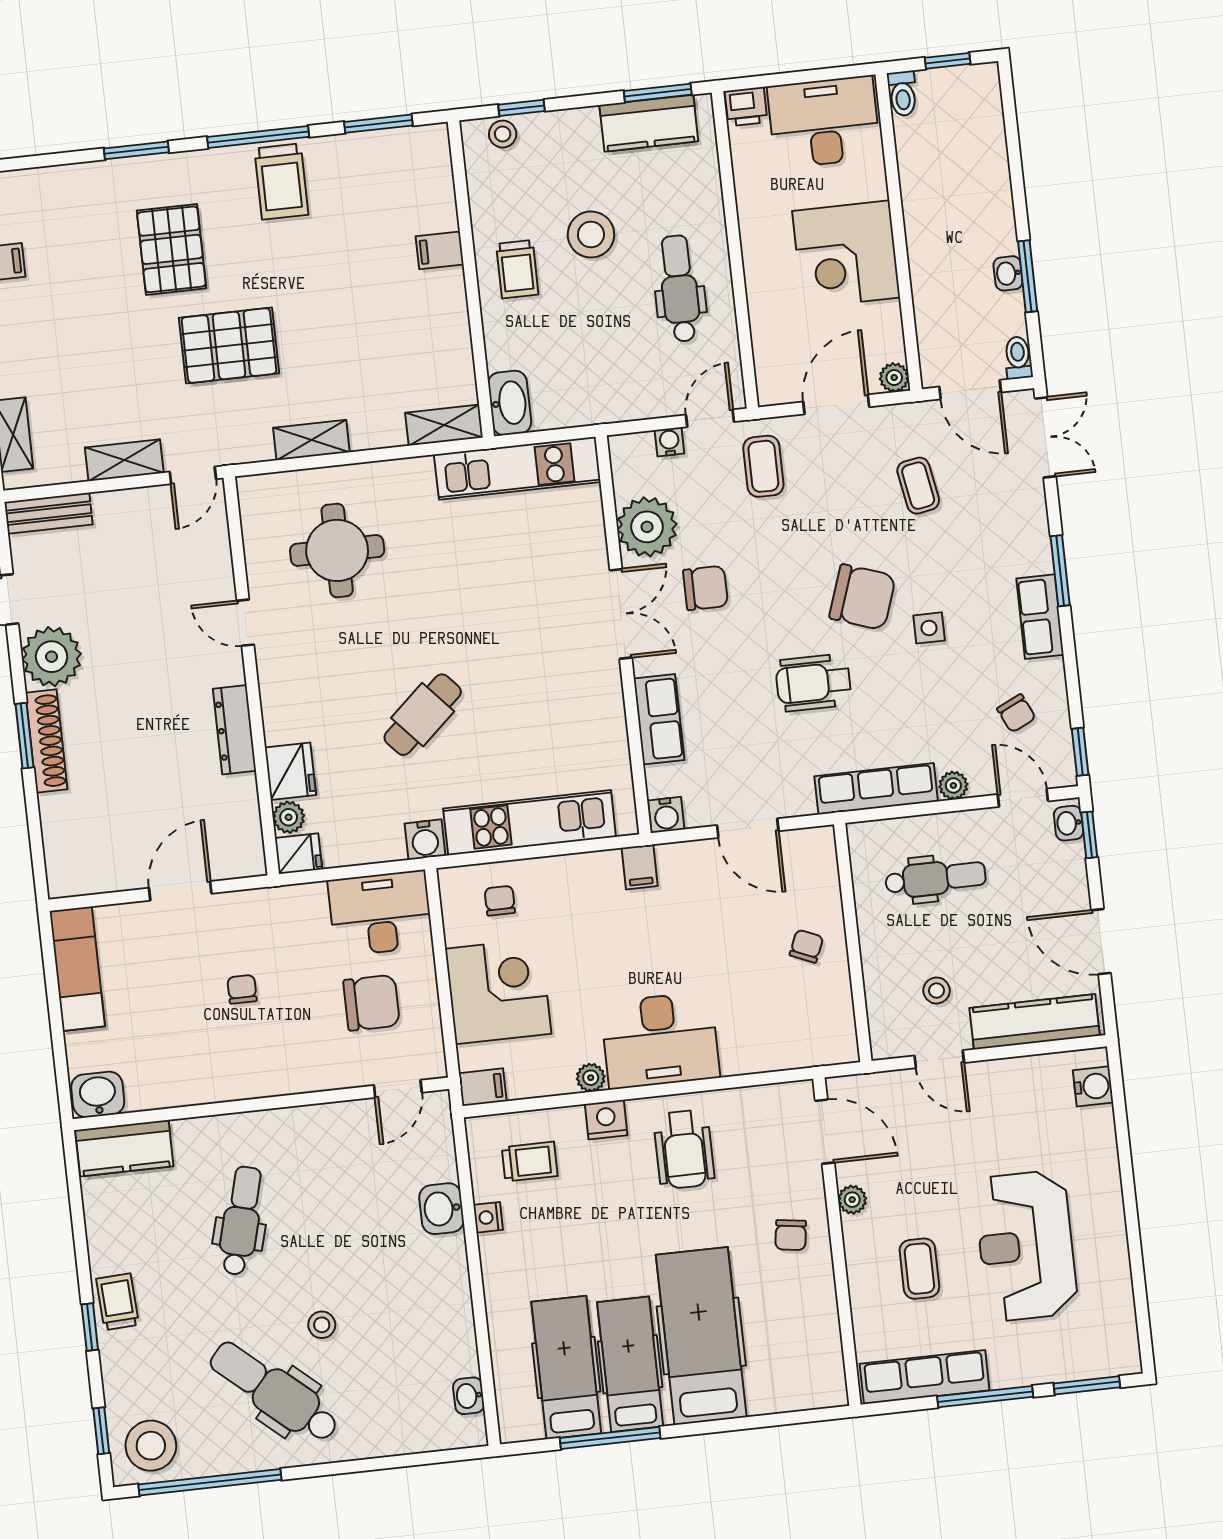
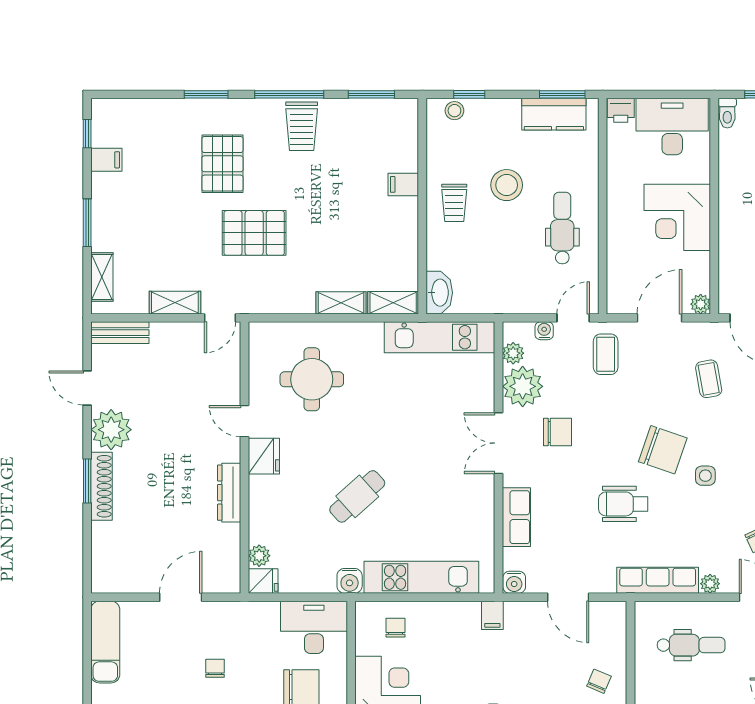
shelving: (311, 440) -> (341, 303), moved
plant: (628, 480) -> (513, 353), added
double door: (621, 614) -> (498, 443), swing flipped
fridge: (290, 771) -> (264, 456), moved

